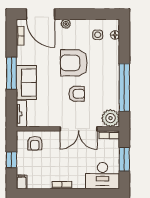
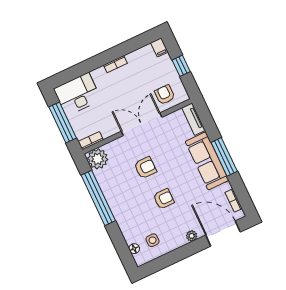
armchair: (74, 63) -> (164, 199), width x0.53, depth x0.53
sofa: (26, 83) -> (207, 161), width x1.36
armchair: (77, 94) -> (145, 168), turned 180
double door: (79, 129) -> (142, 124), moved
window: (124, 159) -> (63, 122), width x1.44

